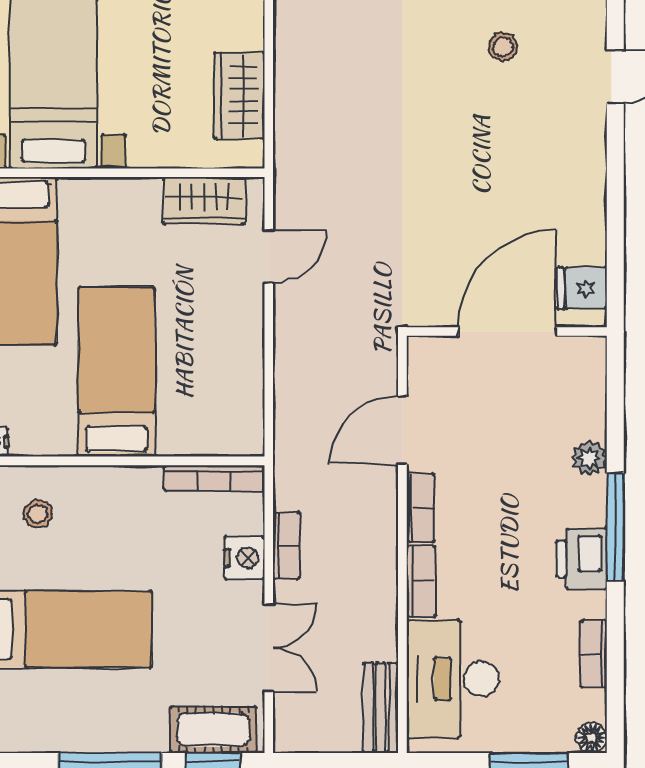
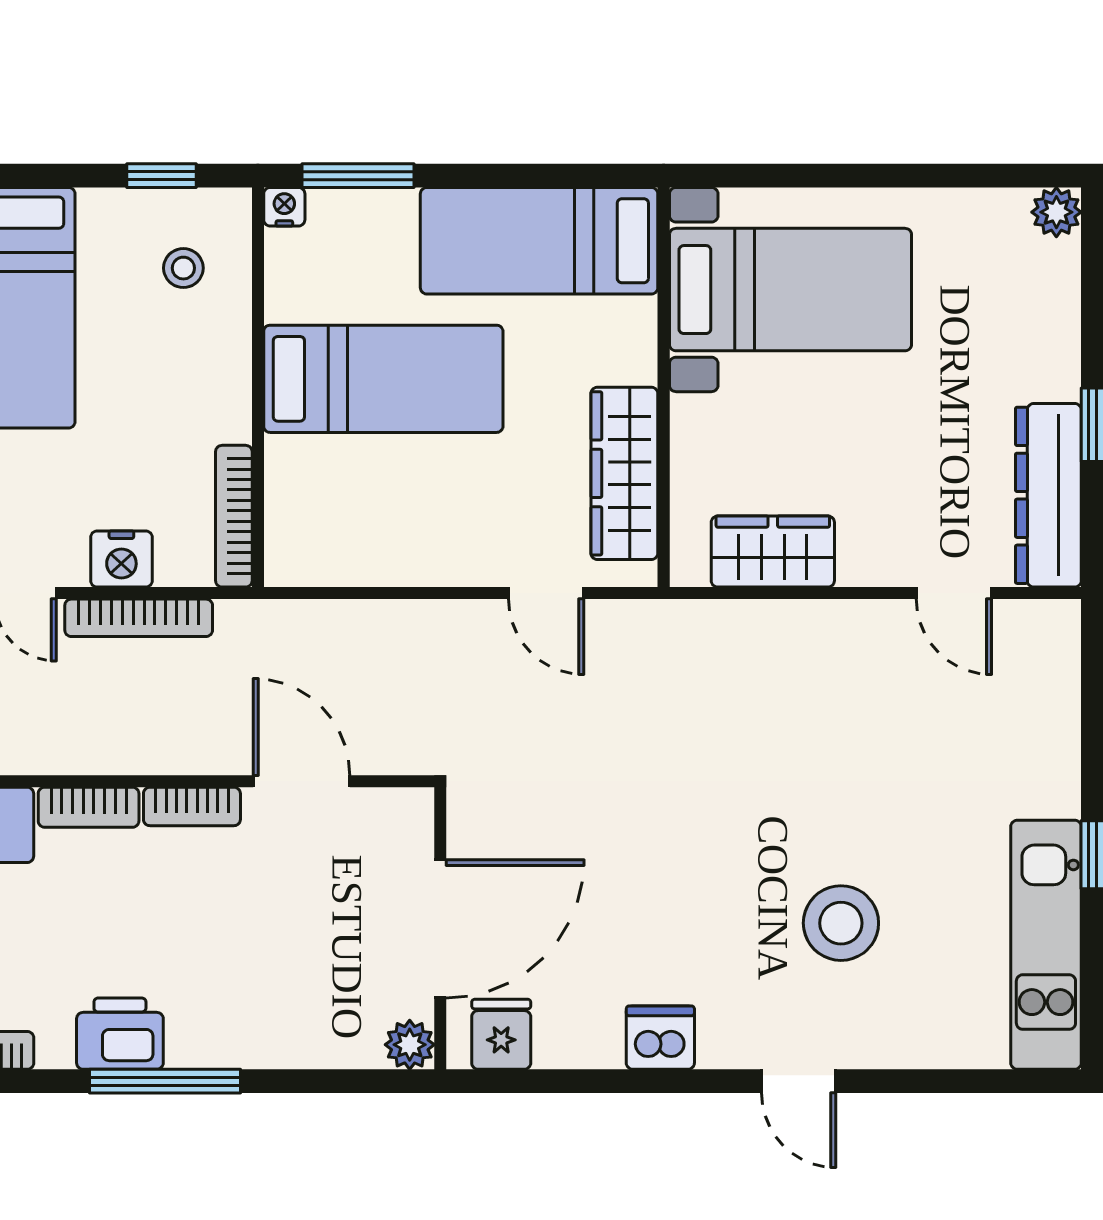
stool: (503, 47) -> (841, 923), width x1.89, depth x1.89
dishwasher: (584, 175) -> (660, 1038), added
wardrobe: (204, 201) -> (624, 473), width x1.50
door: (507, 331) -> (440, 929), hinge flipped
plant: (589, 458) -> (410, 1045), moved
bookcase: (286, 546) -> (139, 618), width x1.56

